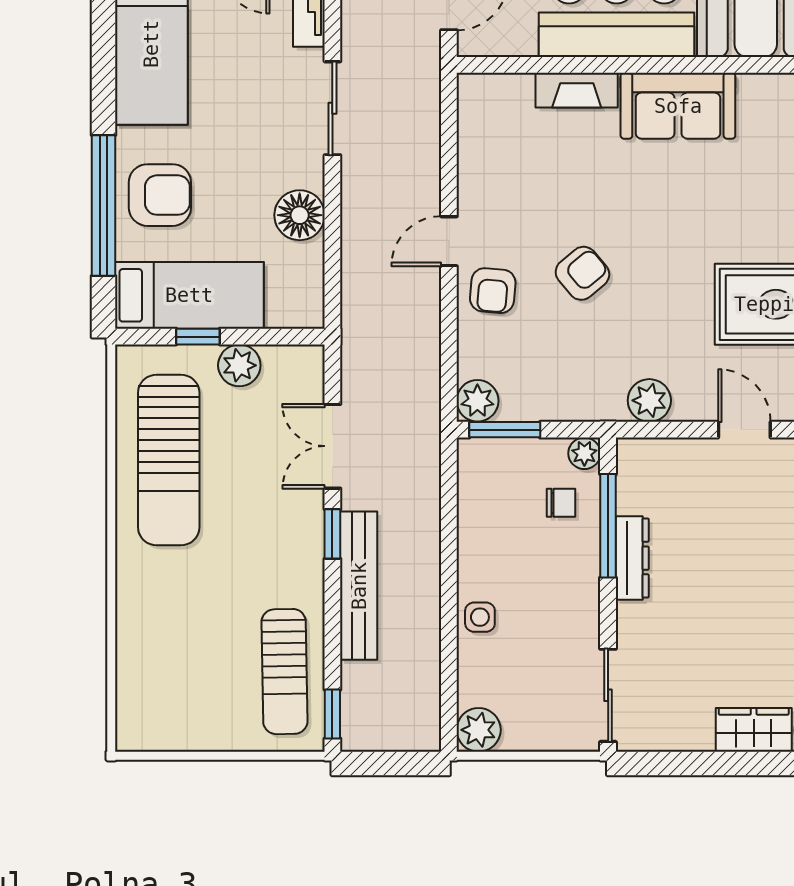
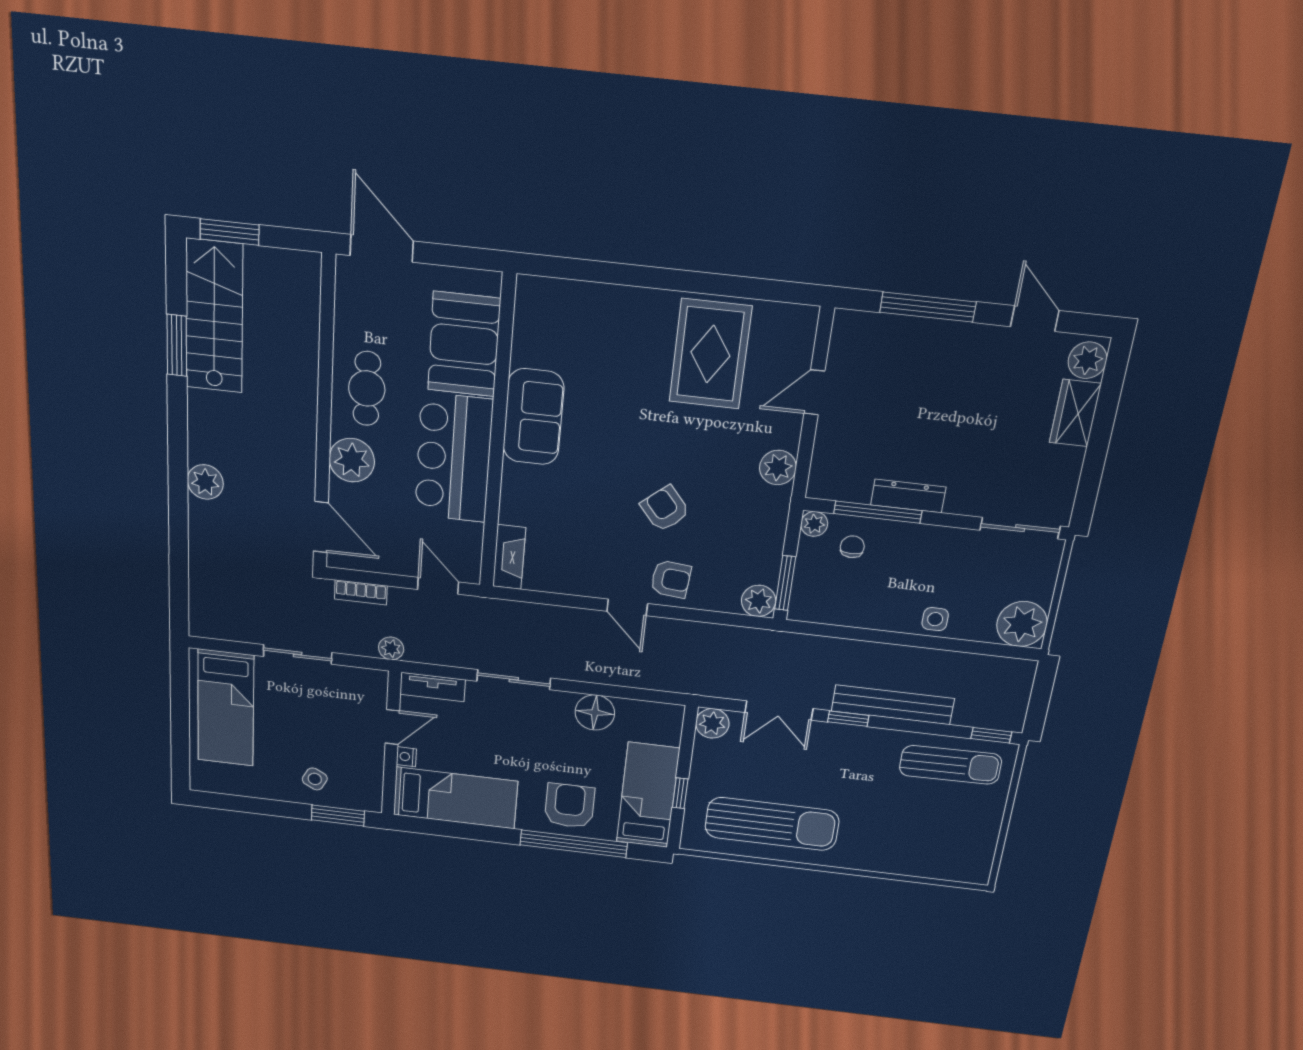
fireplace: (577, 90) -> (509, 557), moved
plant: (239, 365) -> (712, 723), moved
plant: (479, 730) -> (1022, 624), width x1.36, depth x1.36

